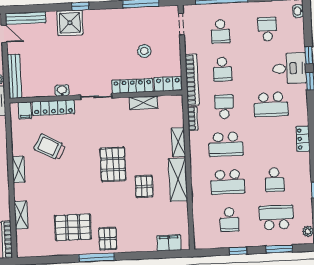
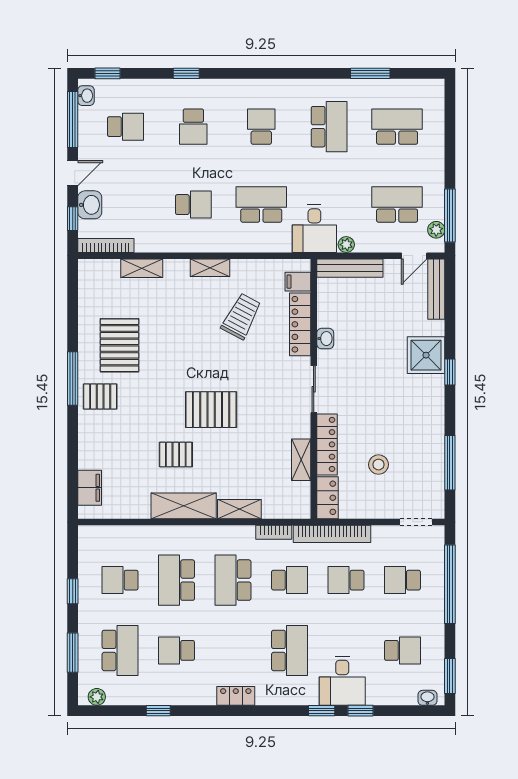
school desk: (271, 104) -> (289, 650), turned 180

